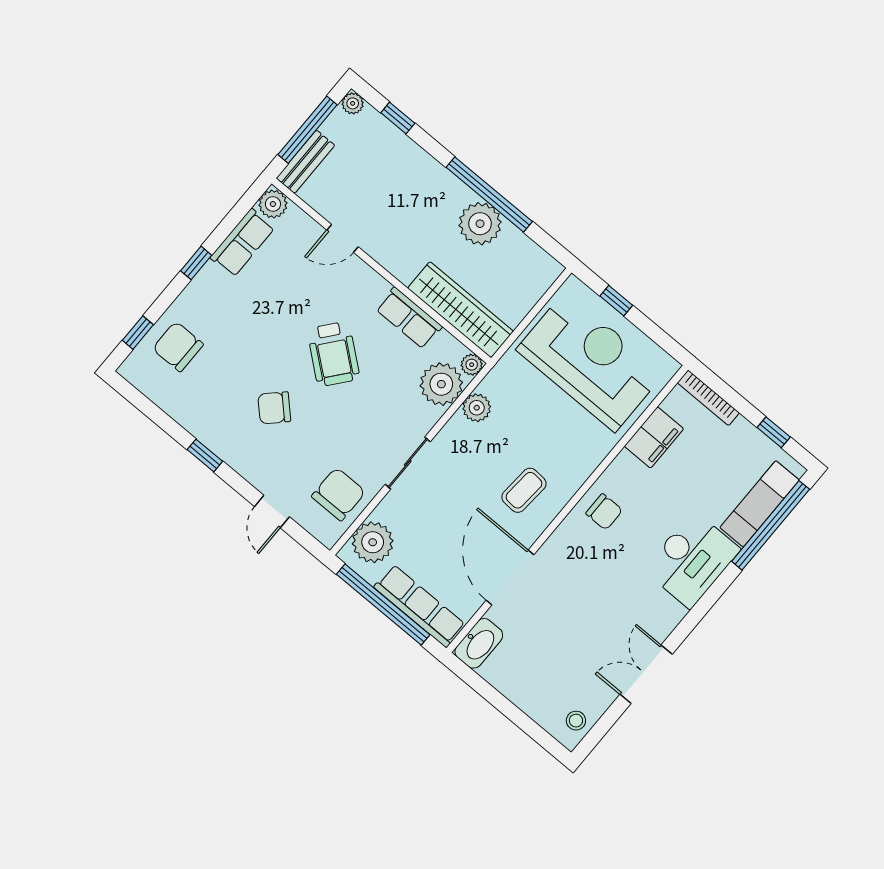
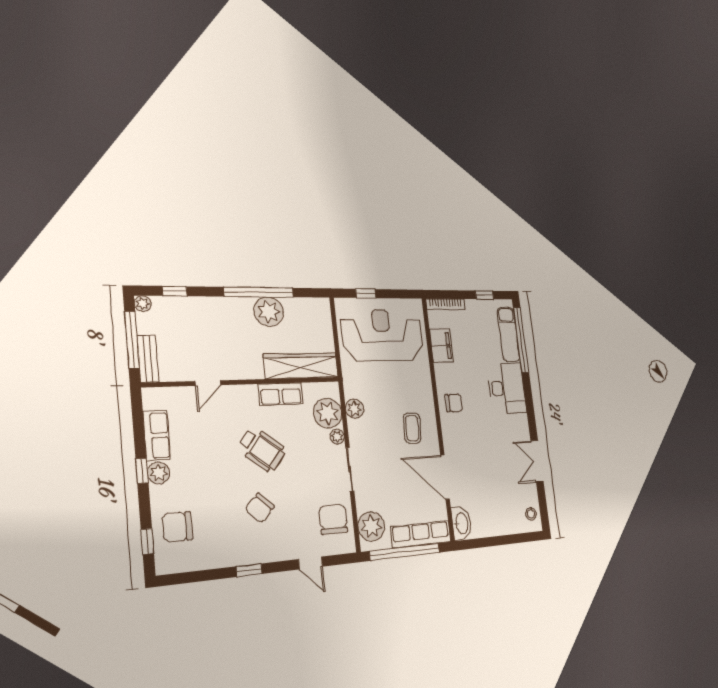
plant: (273, 204) -> (159, 473), moved
plant: (472, 365) -> (337, 437), moved

